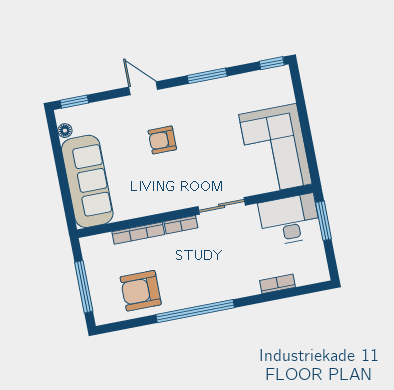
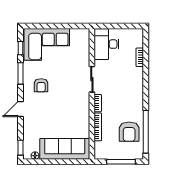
window: (272, 63) -> (20, 48), moved
armchair: (162, 140) -> (41, 85), moved
corner sofa: (275, 149) -> (47, 44), moved
window: (324, 221) -> (111, 26), removed
window: (195, 311) -> (146, 132), moved

